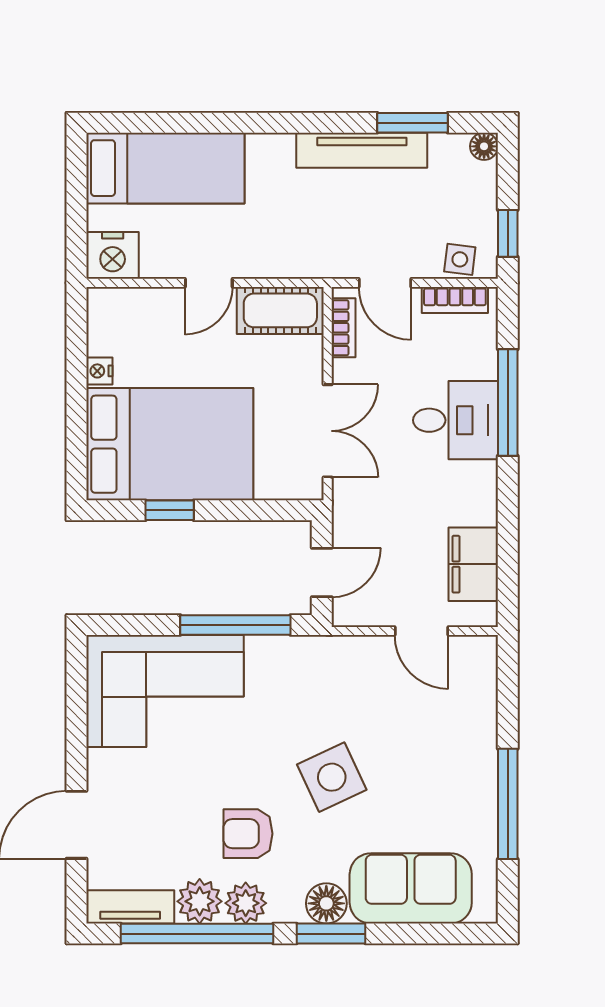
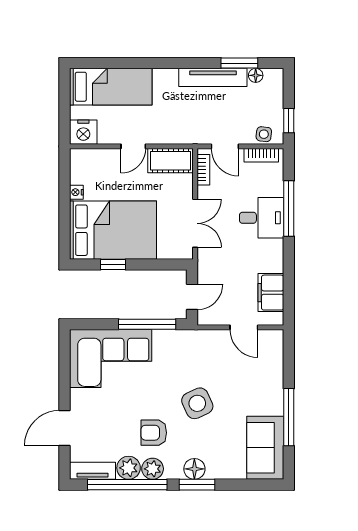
floor lamp: (484, 146) -> (256, 75), moved
sofa: (411, 888) -> (265, 448), moved, turned -90

